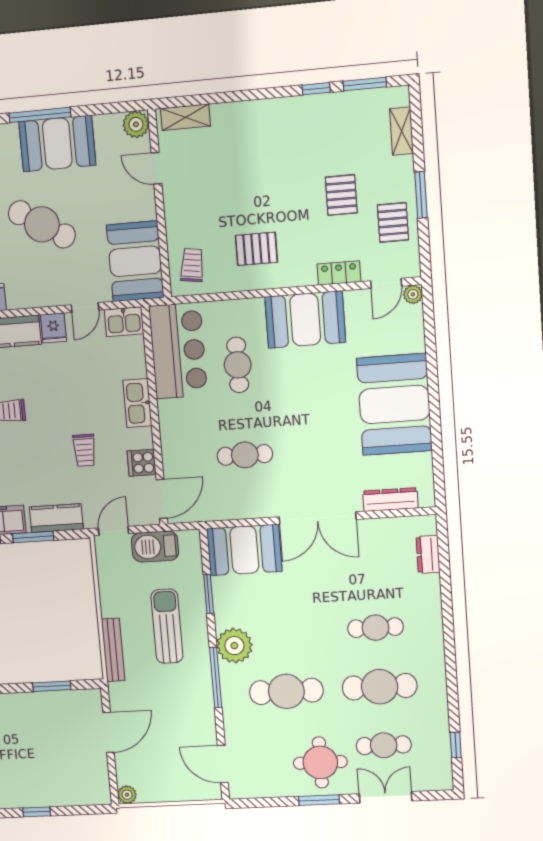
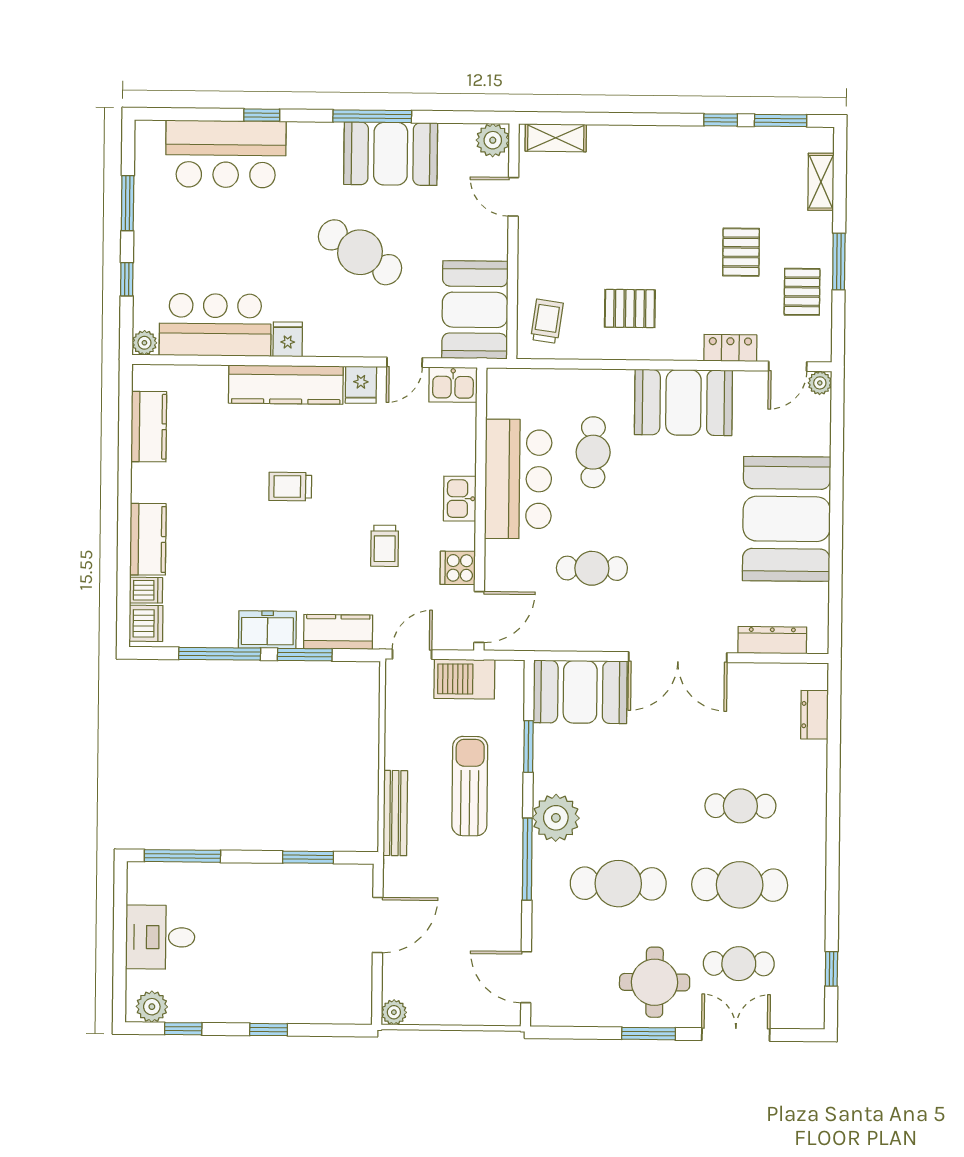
bar counter: (178, 351) -> (518, 479), moved
kitchen sink: (137, 403) -> (460, 499), width x0.73

